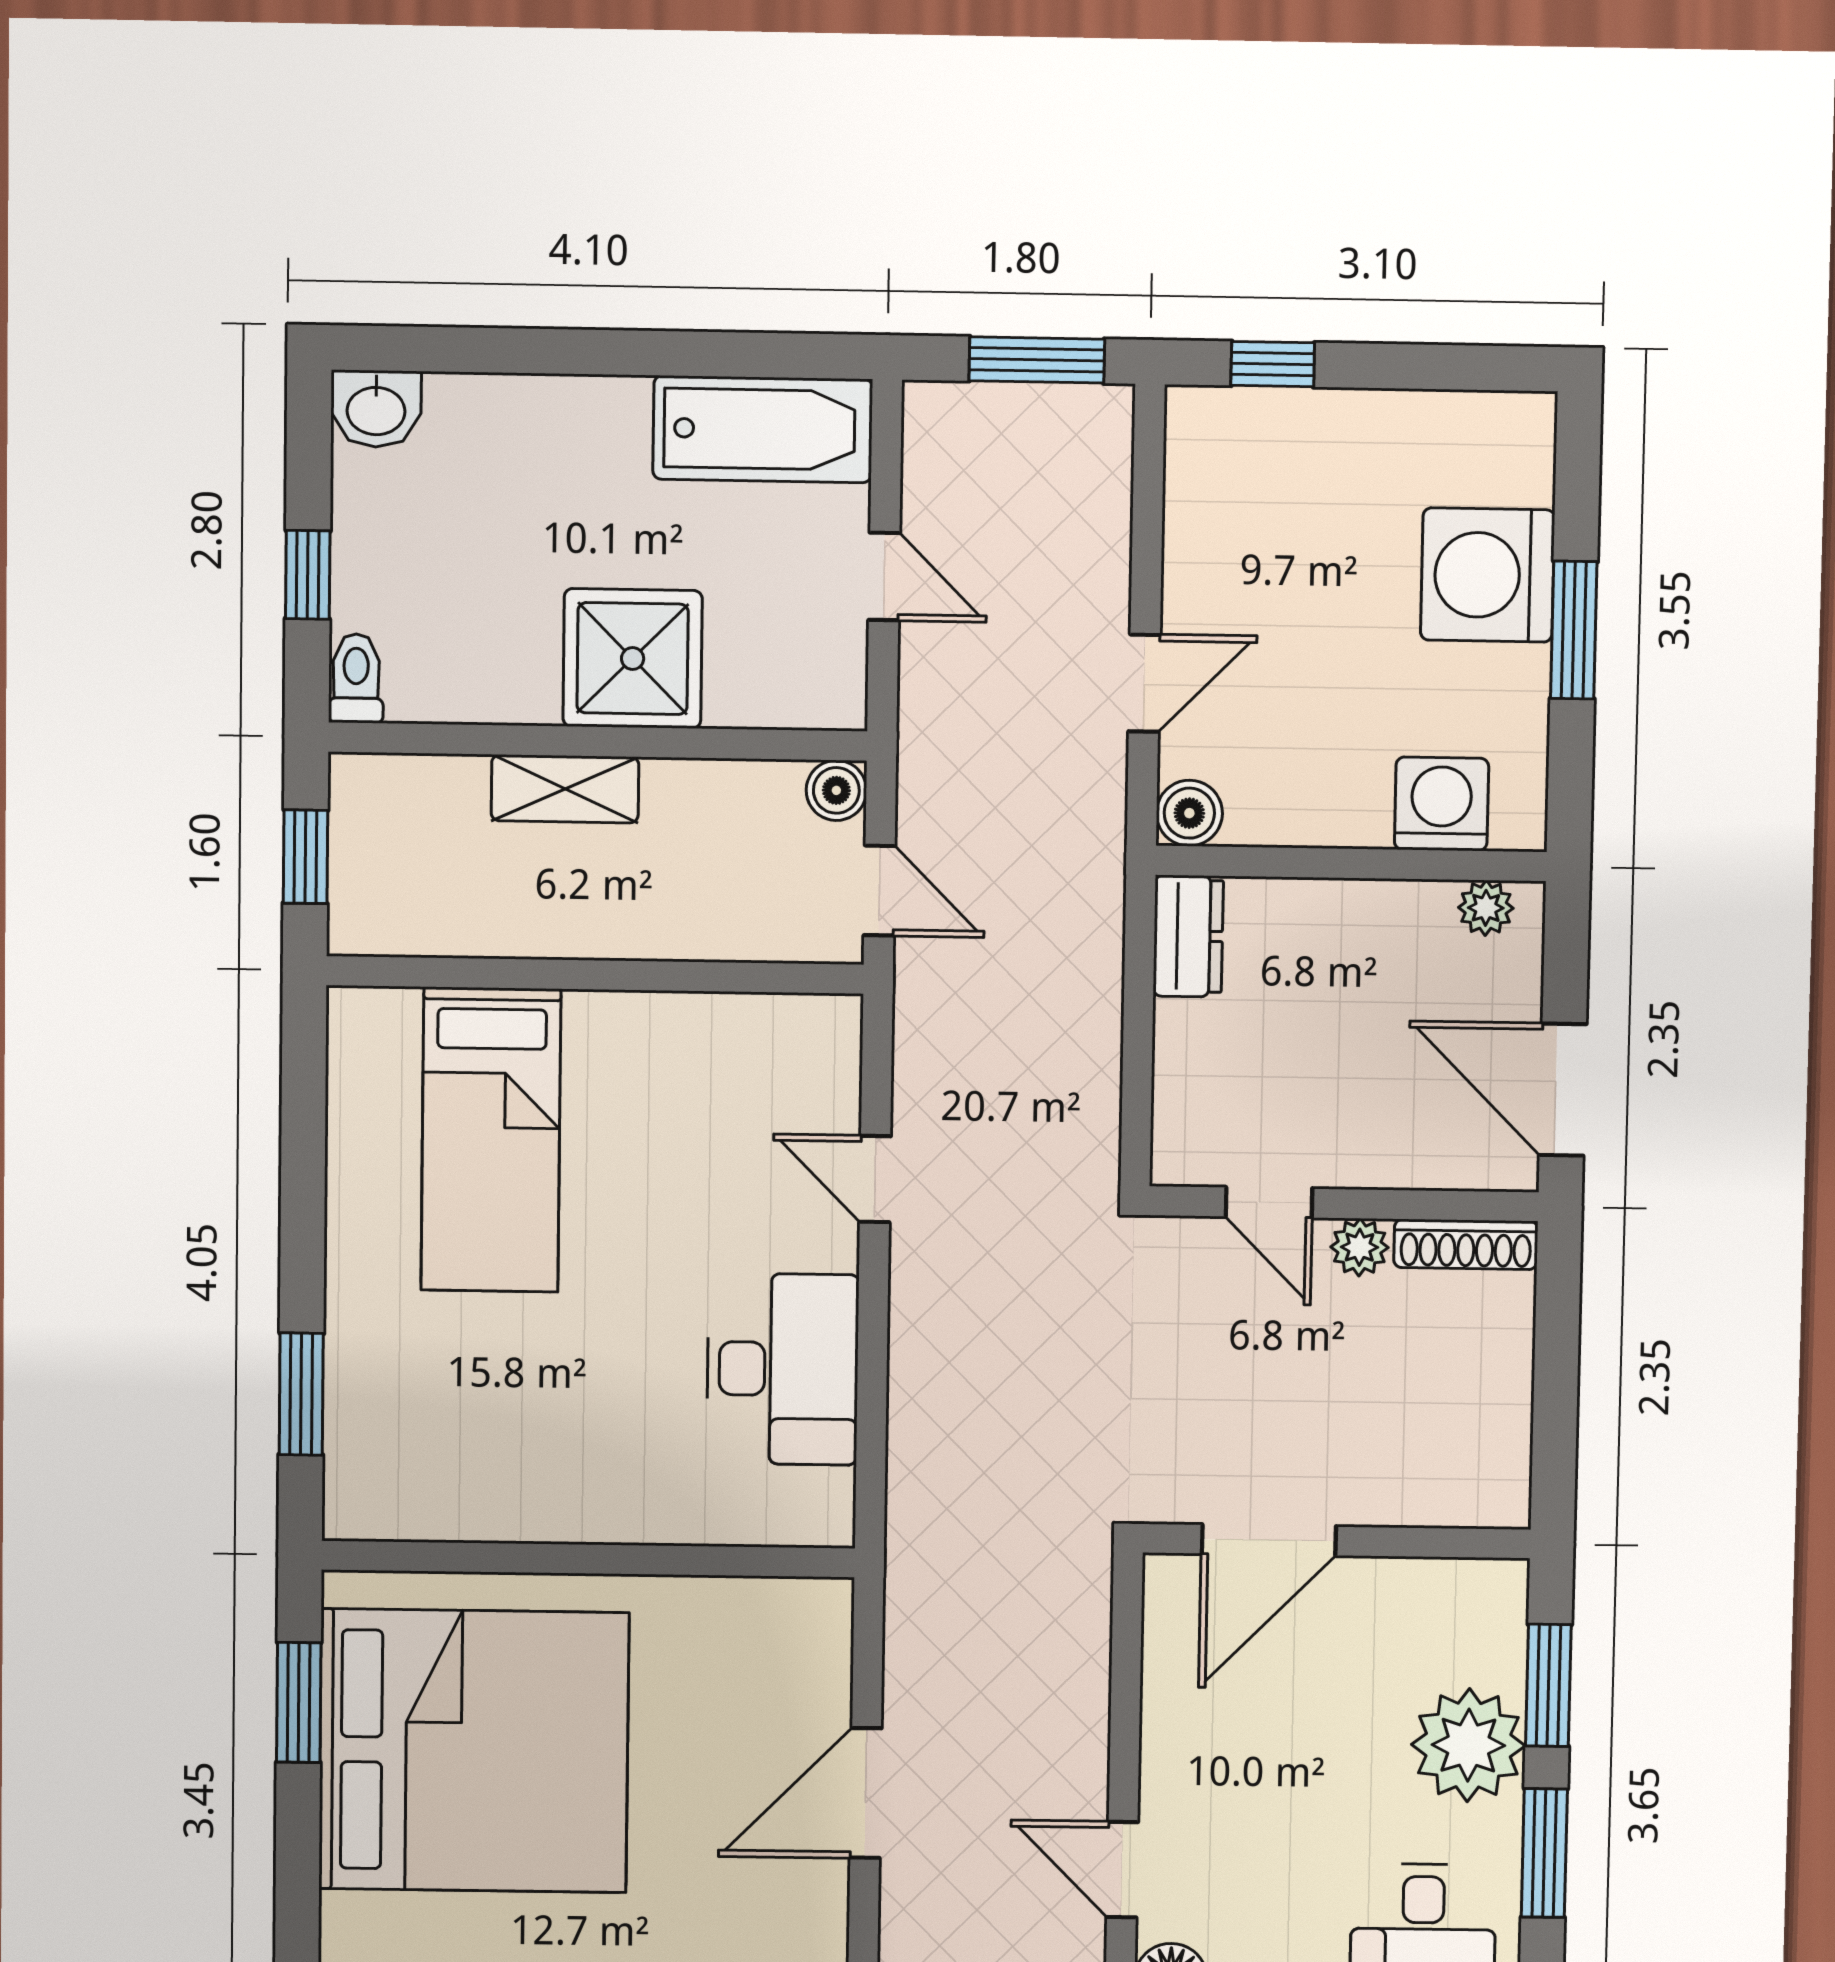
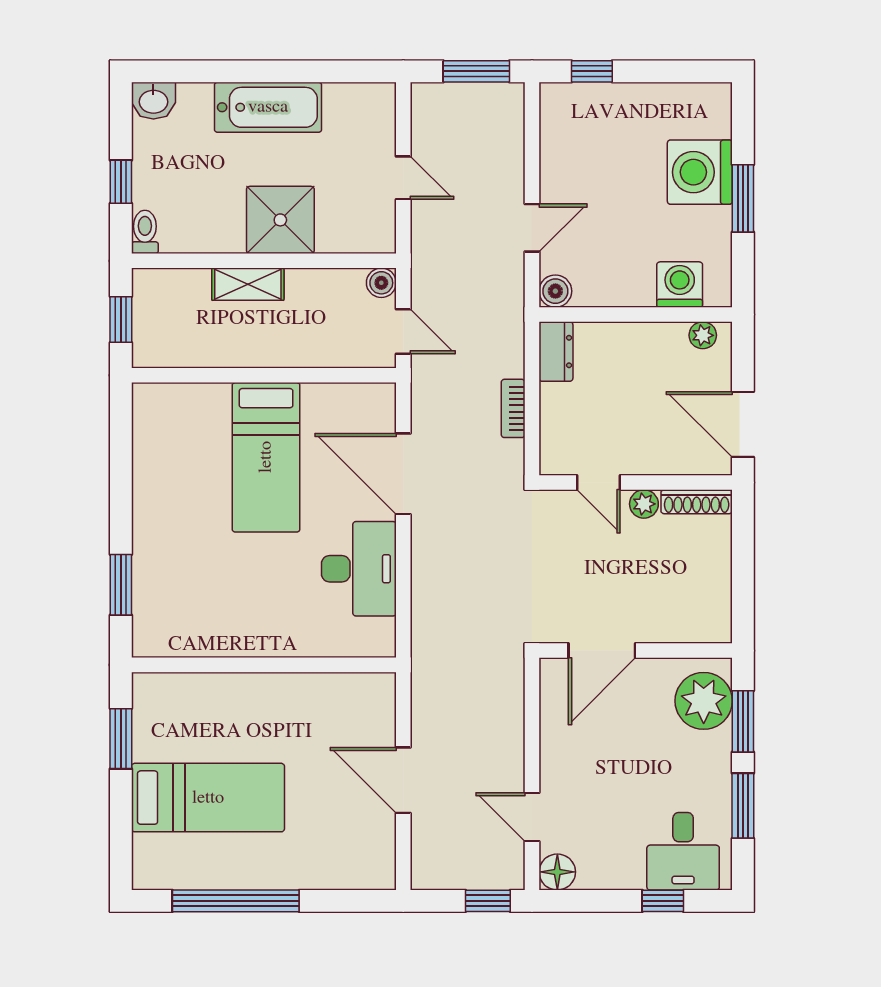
bathtub: (763, 429) -> (268, 107), moved
bookcase: (1099, 1050) -> (513, 408), added
bed: (491, 1140) -> (266, 457), moved
door: (875, 1179) -> (403, 474), width x1.88
plant: (1468, 1745) -> (704, 701), moved
bed: (474, 1751) -> (208, 798), width x0.49
door: (866, 1793) -> (403, 780), hinge flipped

